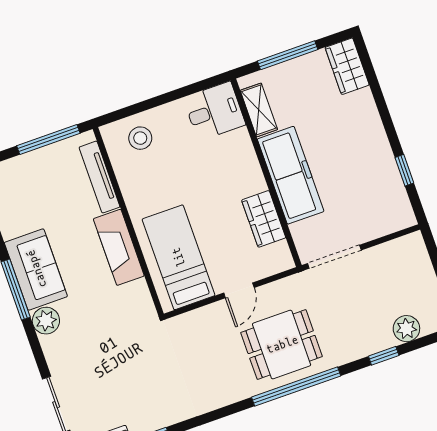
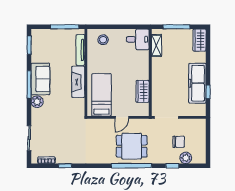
freezer: (291, 175) -> (197, 83), moved, turned 180
chair: (379, 300) -> (179, 142), added

